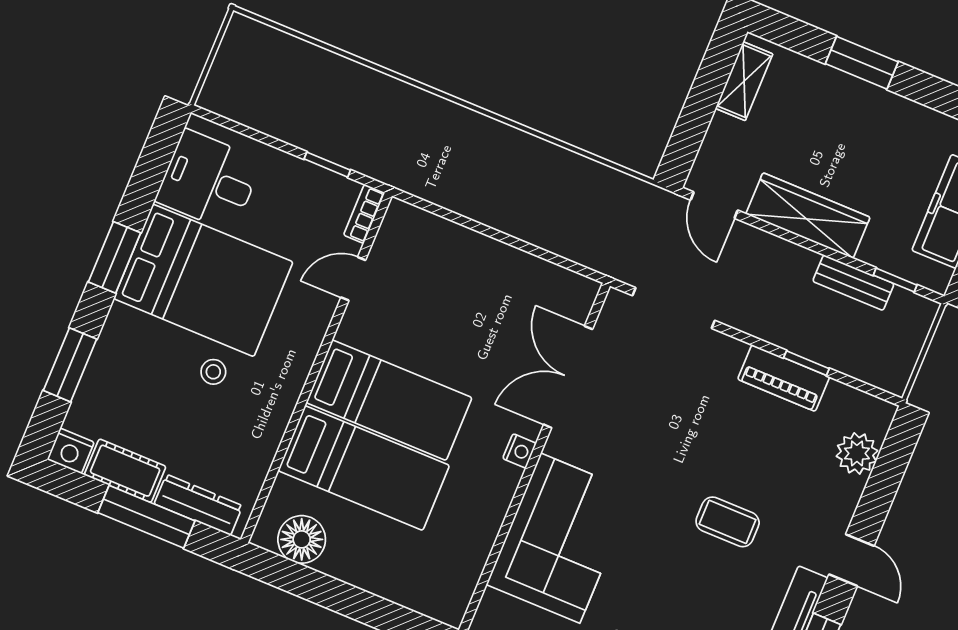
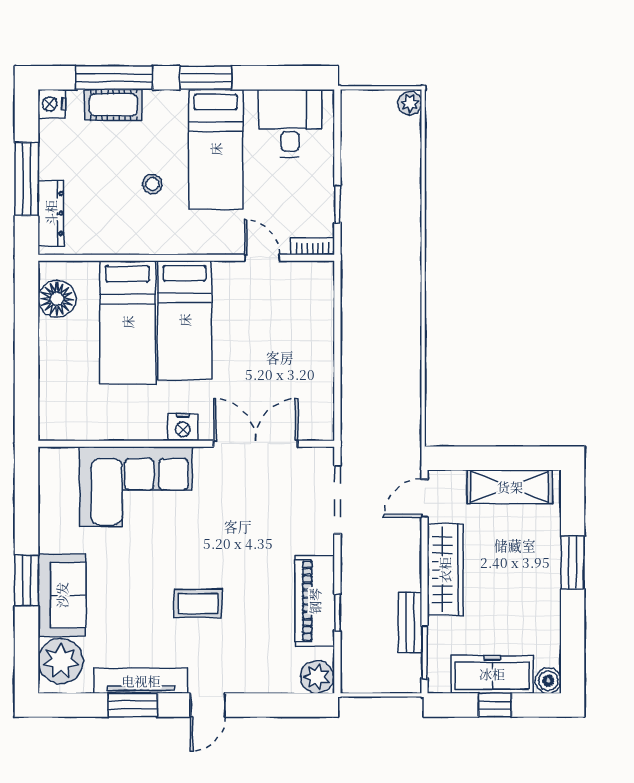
plant: (244, 30) -> (410, 103), added
shelving: (744, 81) -> (510, 487), width x1.50, depth x1.33
bed: (203, 280) -> (216, 149), width x0.67
window: (895, 280) -> (425, 652), width x1.50
window: (70, 365) -> (114, 78), width x1.44
piano: (784, 378) -> (315, 601), width x1.37, depth x1.33
nightstand: (520, 451) -> (183, 427), width x1.39, depth x1.35
plant: (857, 453) -> (317, 677), moved
cot: (125, 471) -> (113, 105), moved, turned 90
coffee table: (728, 522) -> (198, 603), turned 90

